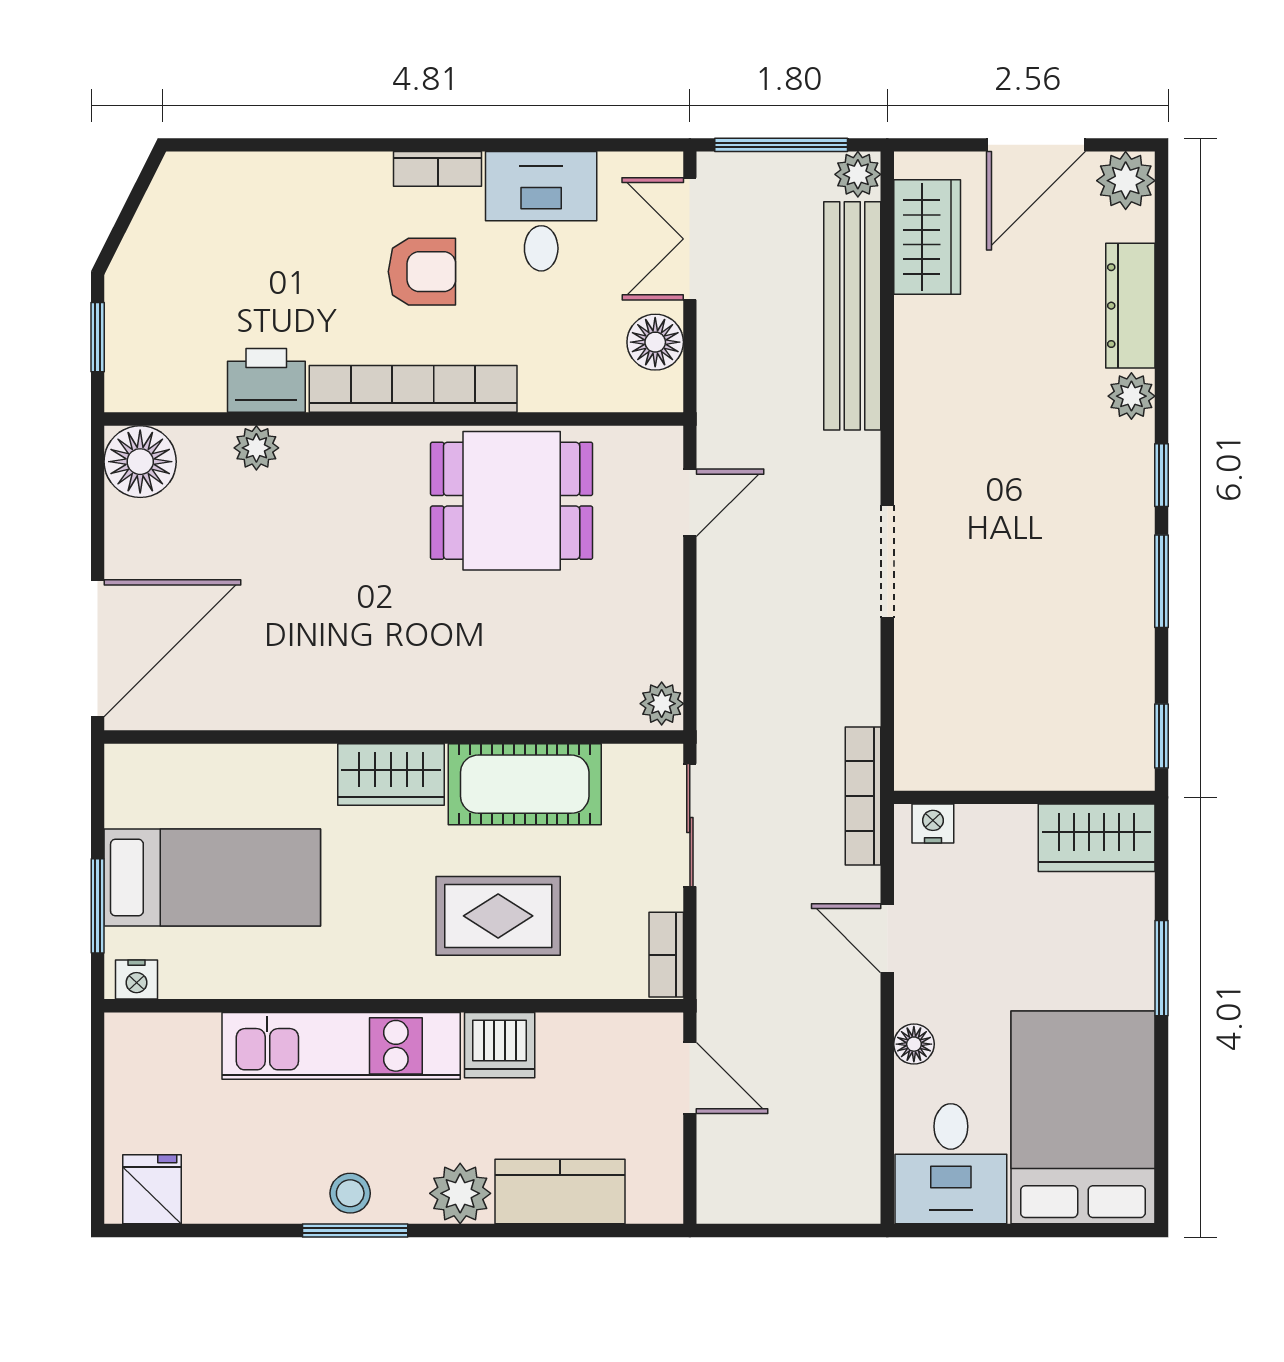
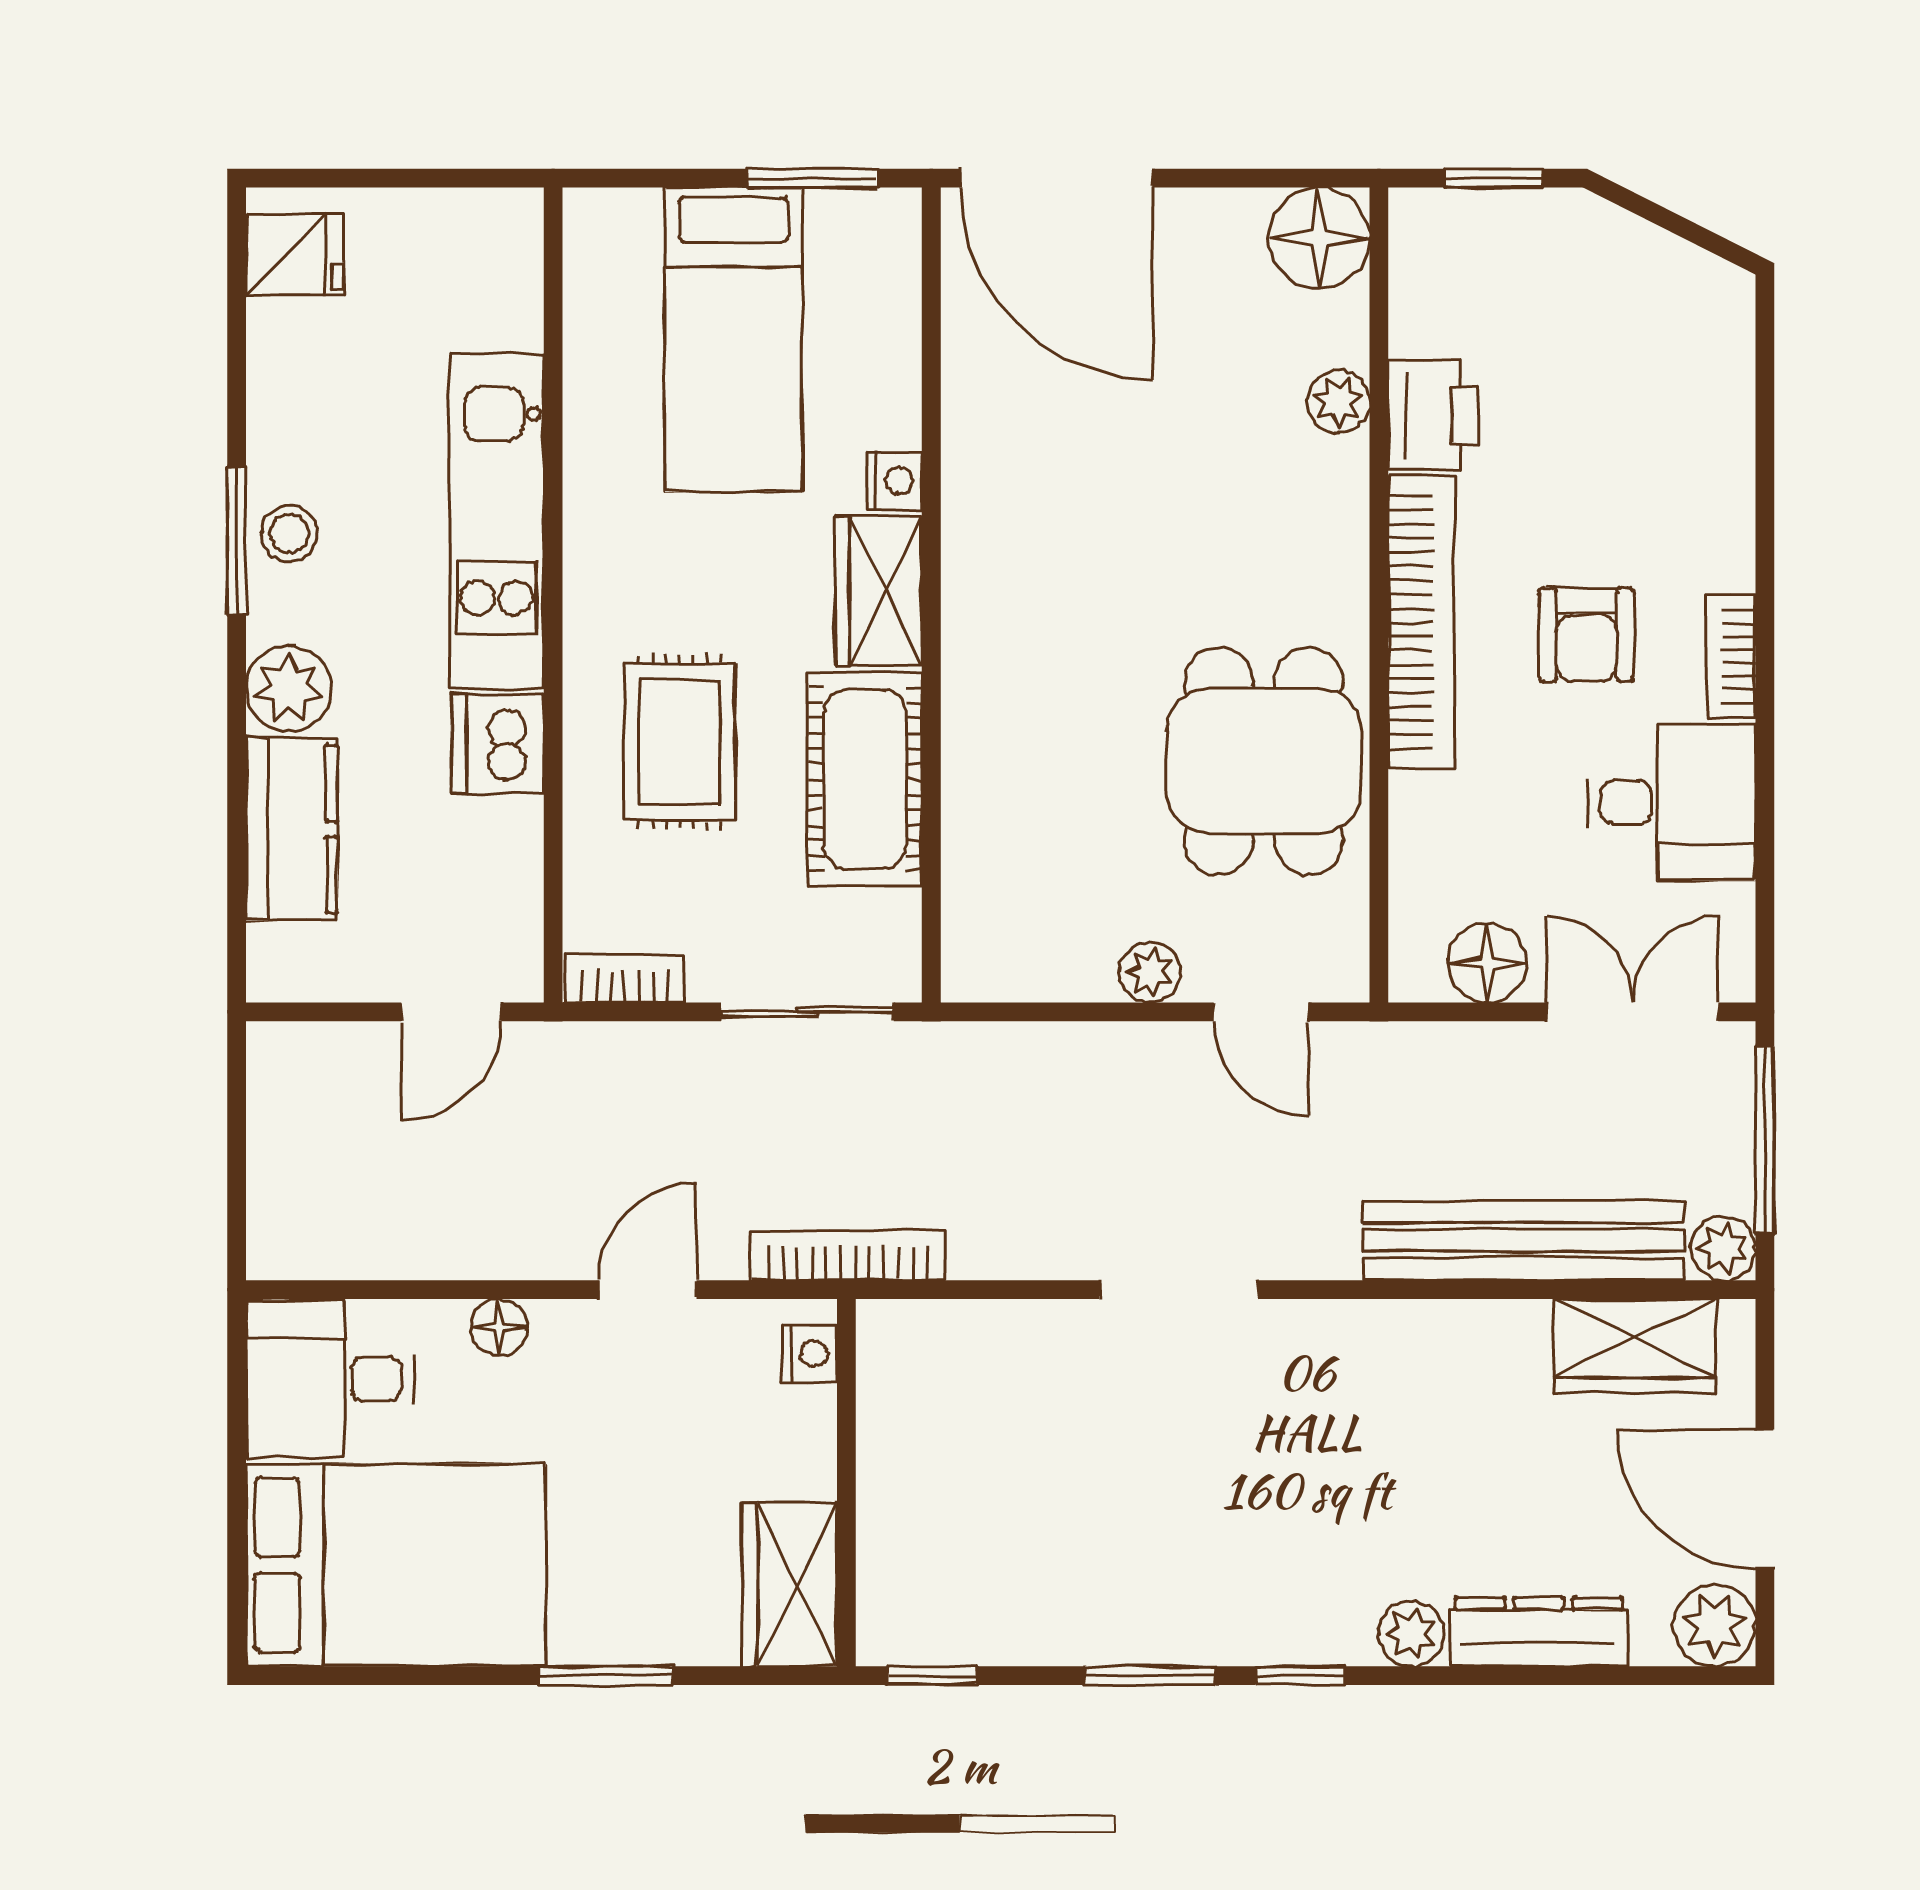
plant: (662, 704) -> (1150, 972), moved
window: (98, 906) -> (813, 178), moved
nightstand: (137, 979) -> (894, 481), moved, turned 180

